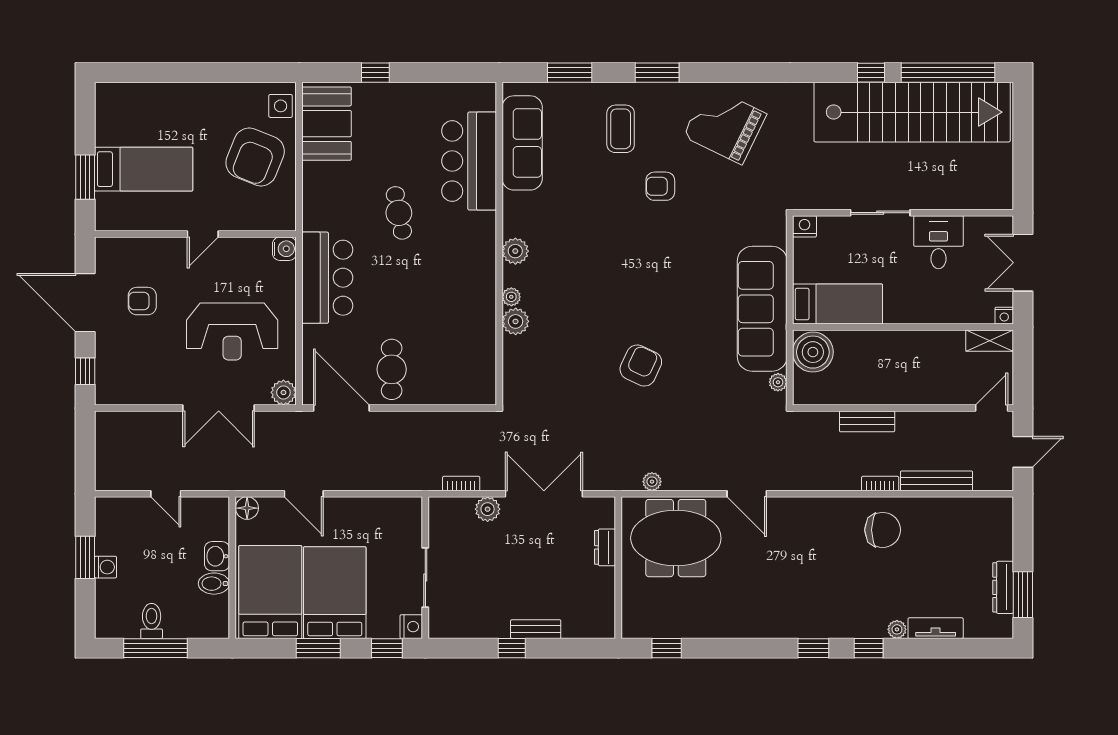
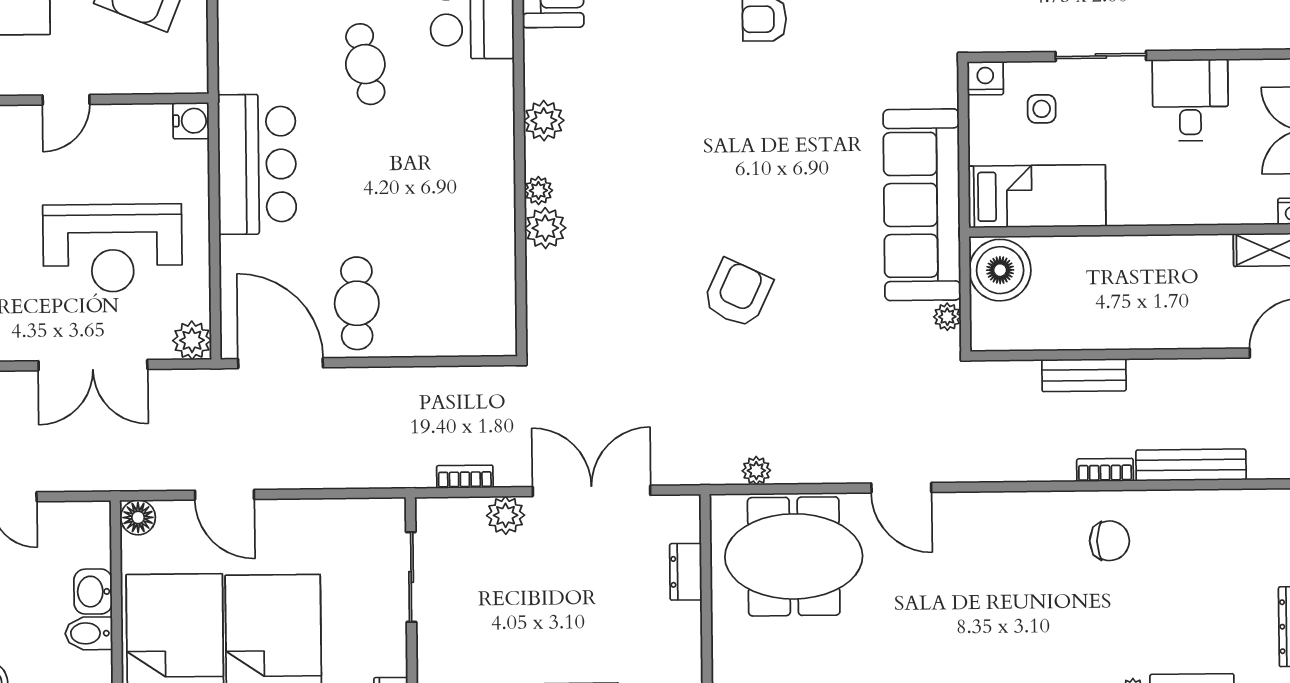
side table: (841, 247) -> (1042, 109), added
chair: (883, 530) -> (1110, 541), width x0.73, depth x0.73
sliding door: (425, 577) -> (411, 577), moved

